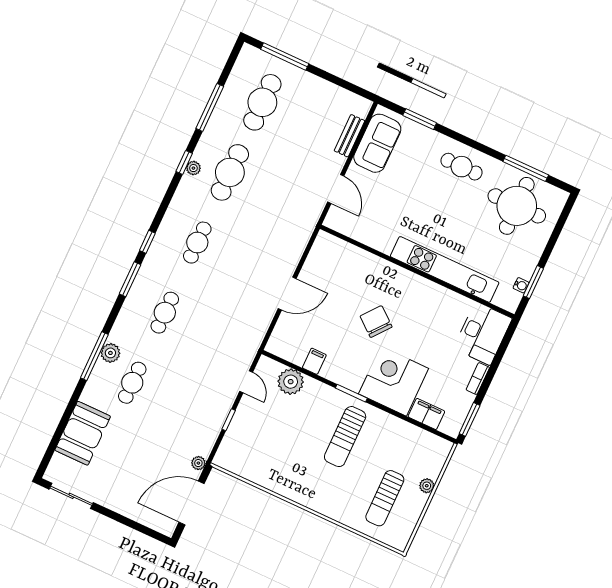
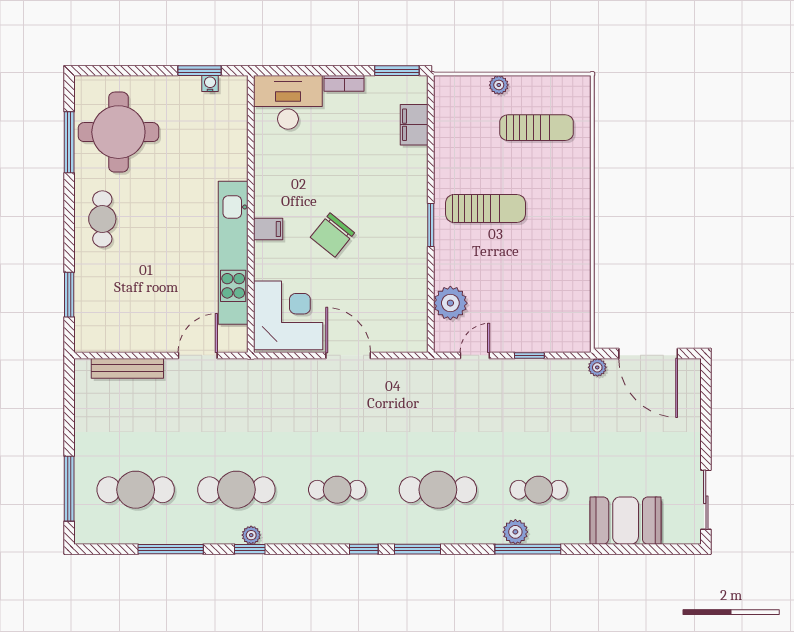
bench: (349, 136) -> (127, 368), width x1.36
sofa: (377, 143) -> (121, 331), removed
kitchen unit: (445, 269) -> (233, 253), moved
cafe table: (165, 313) -> (438, 490), width x1.37, depth x1.35
filing cabinet: (314, 361) -> (268, 229), moved, turned 180
corner desk: (394, 381) -> (288, 315), moved, turned 180

